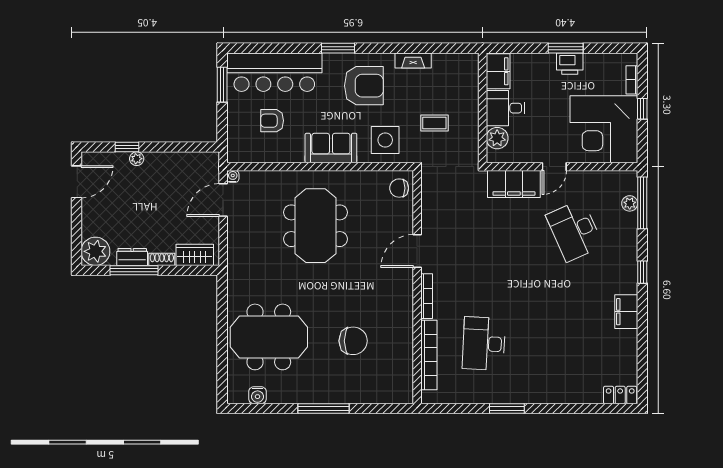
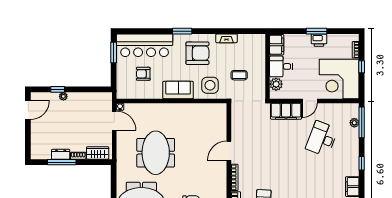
chair: (399, 188) -> (218, 114), removed
door: (223, 200) -> (114, 121), swing flipped
meeting table: (315, 226) -> (156, 153), moved
desk: (575, 231) -> (322, 139), turned 45
plant: (95, 251) -> (39, 151), removed

